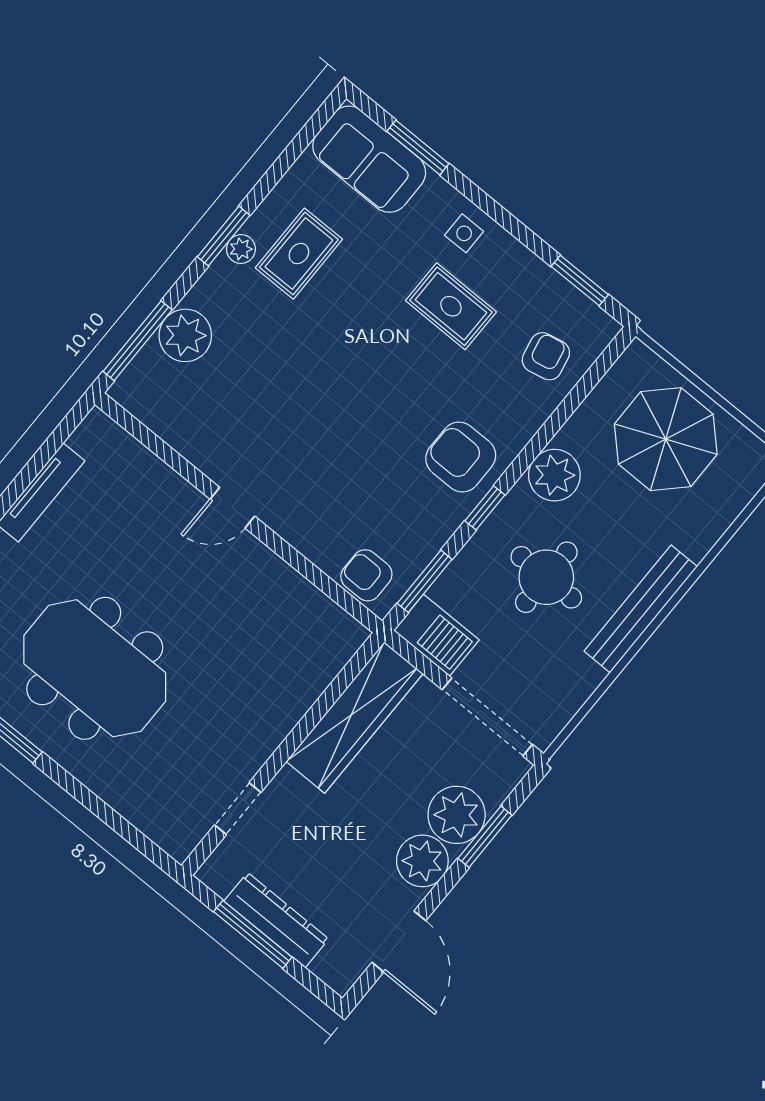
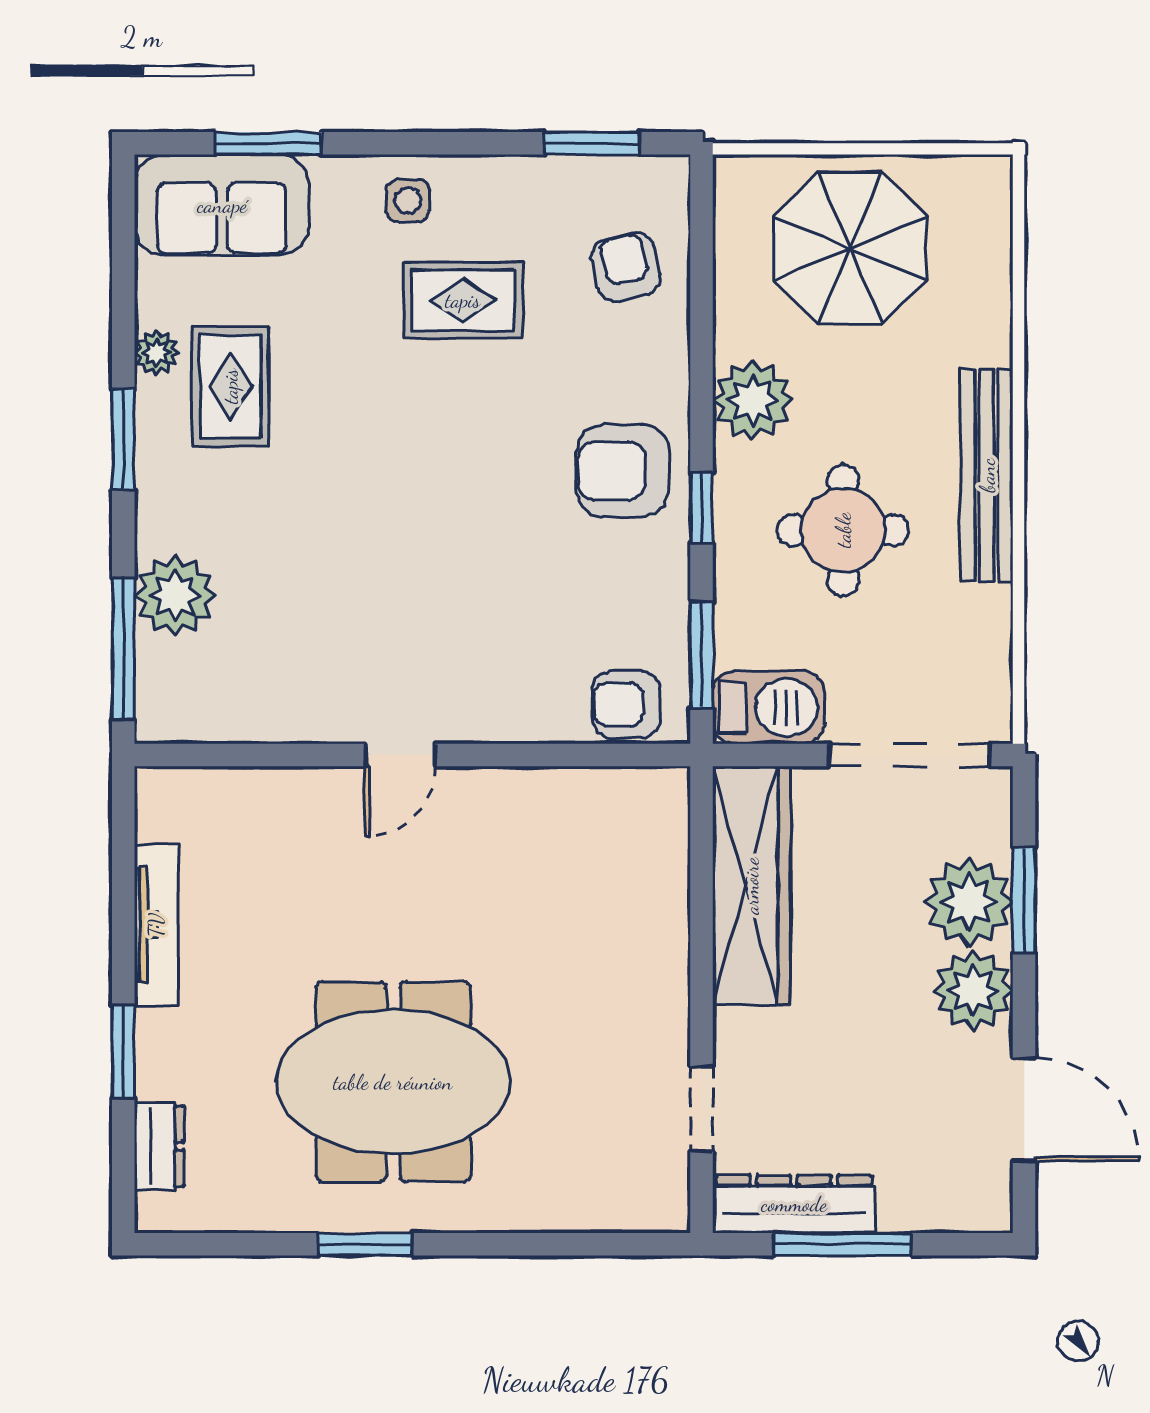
plant: (241, 249) -> (157, 353), moved
dresser: (276, 920) -> (794, 1204), moved

